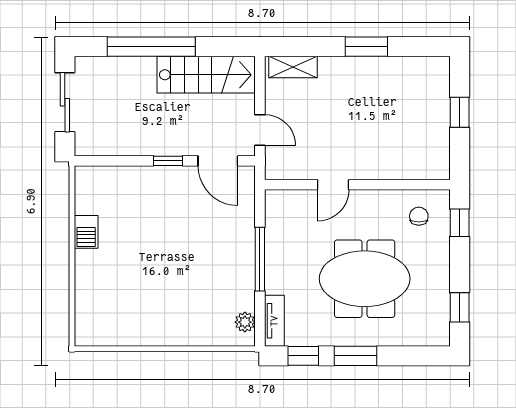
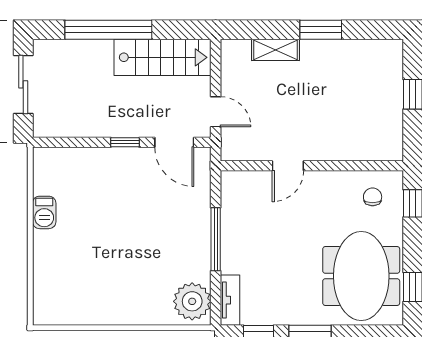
shelving: (293, 67) -> (275, 50), moved
meeting table: (365, 279) -> (361, 276), moved, turned 90
plant: (245, 322) -> (192, 301), width x1.87, depth x1.87

